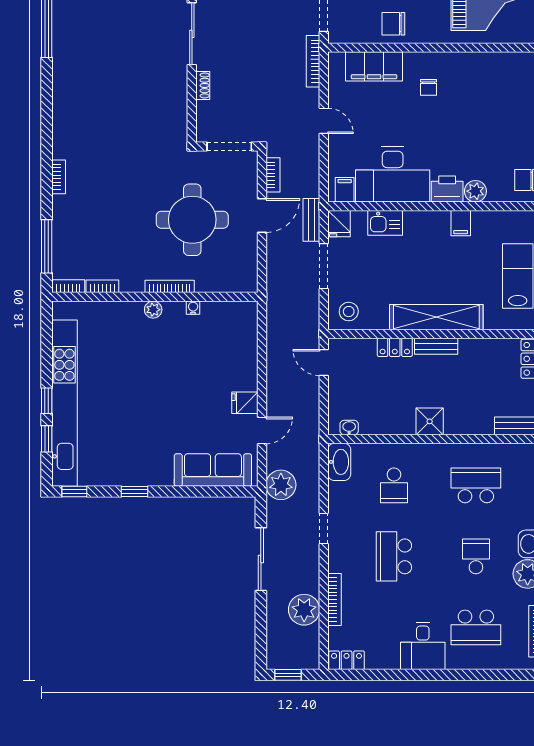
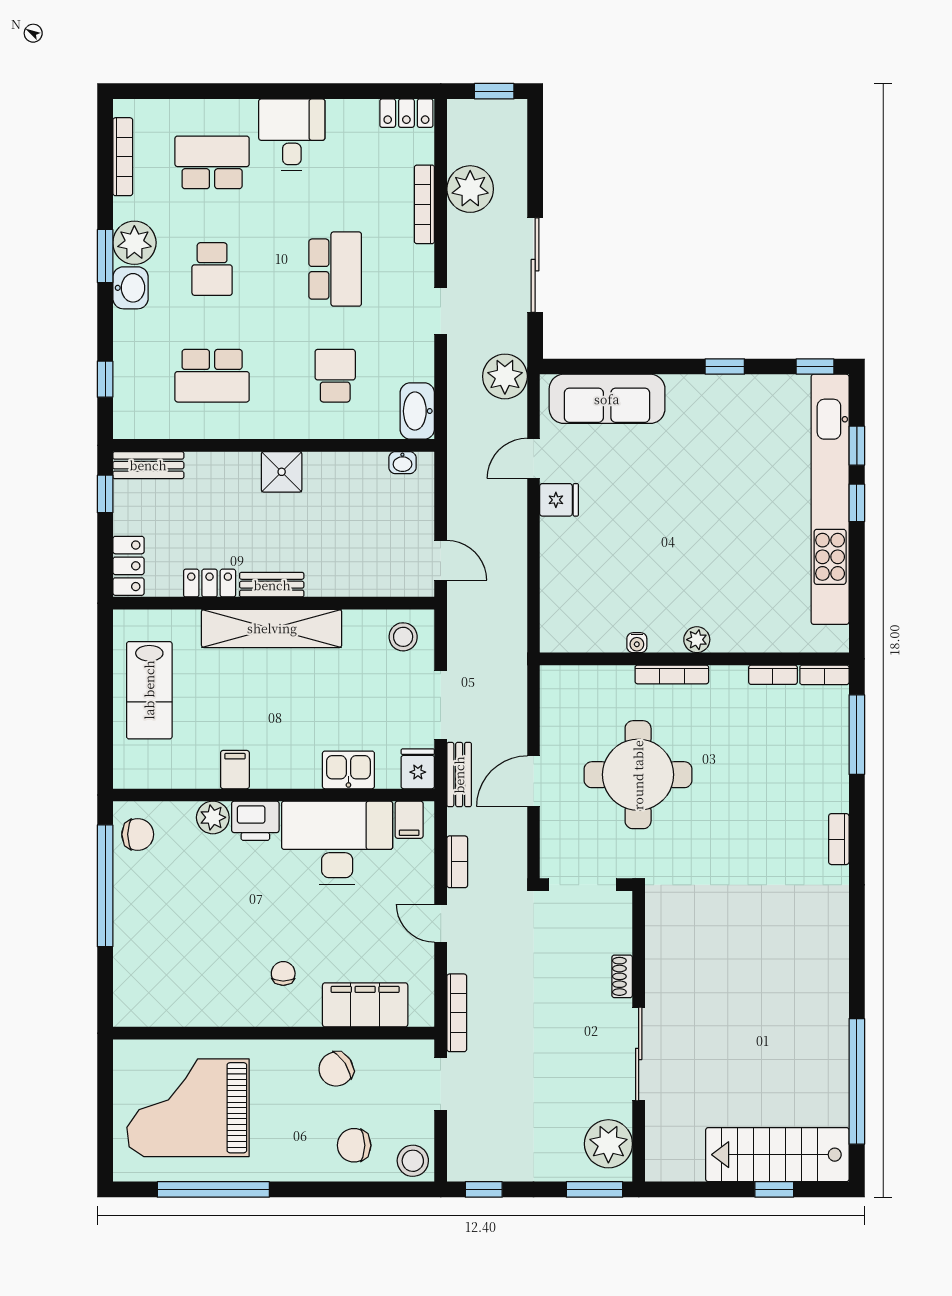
chair: (393, 24) -> (336, 1069), turned 147
bookcase: (273, 175) -> (457, 862), moved, turned 180
locker: (395, 347) -> (210, 583), moved

